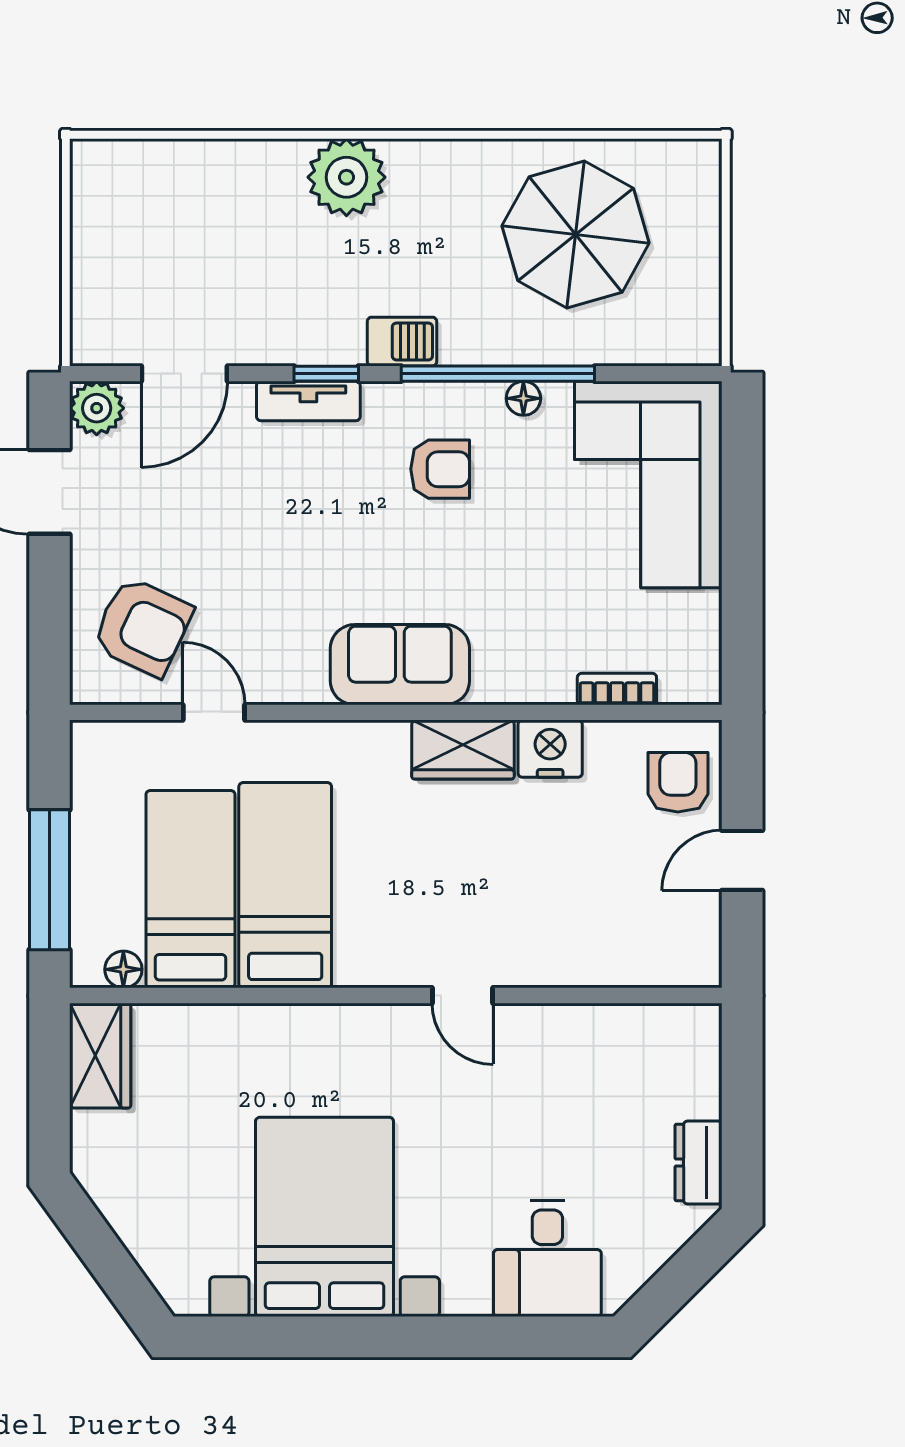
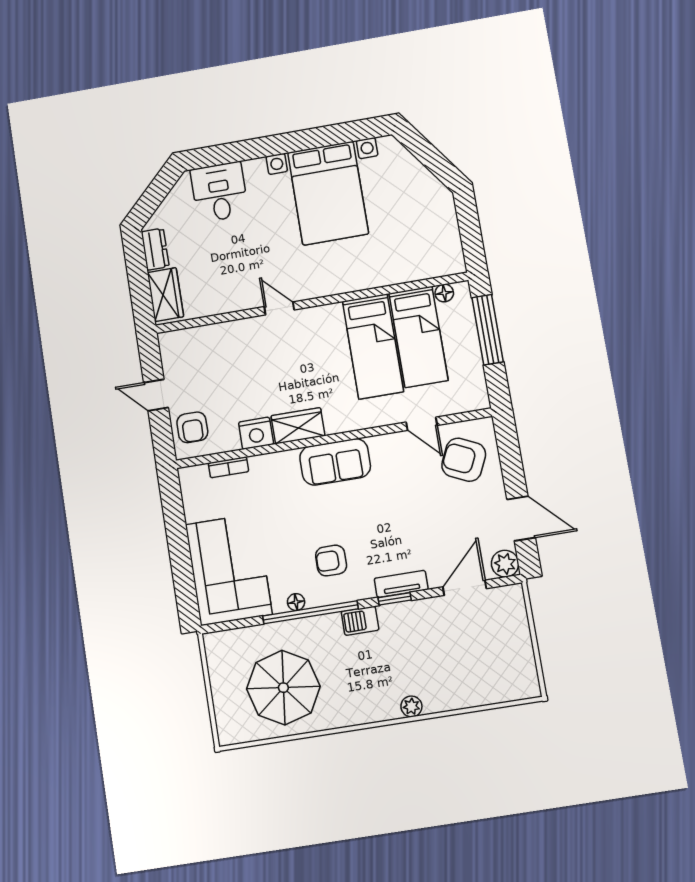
plant: (346, 177) -> (411, 706), width x0.53, depth x0.53
door: (742, 860) -> (156, 395), swing flipped
wardrobe: (100, 1056) -> (165, 295), moved, turned 180

